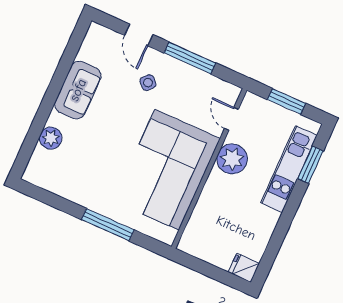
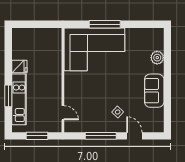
plant: (232, 159) -> (53, 91), removed
window: (310, 165) -> (8, 96), moved
corner sofa: (167, 170) -> (94, 49), moved, turned 90
fridge: (244, 268) -> (19, 66), moved

